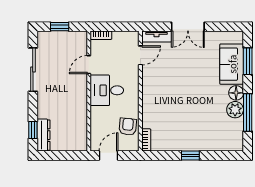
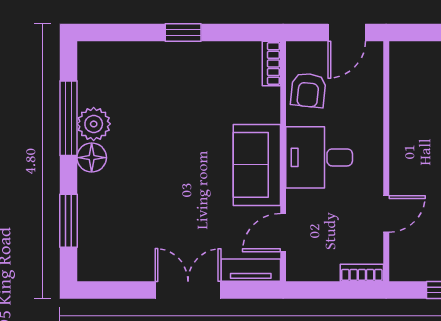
sofa: (232, 64) -> (257, 165), moved, turned 180
desk: (107, 90) -> (319, 157), moved, turned 180

